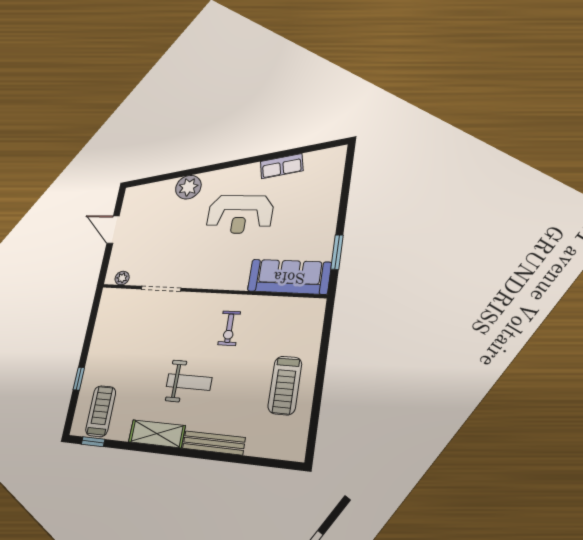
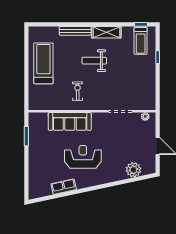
plant: (188, 187) -> (133, 170), moved
sofa: (289, 277) -> (70, 121), moved
treadmill: (285, 385) -> (43, 63), width x1.37, depth x1.37

